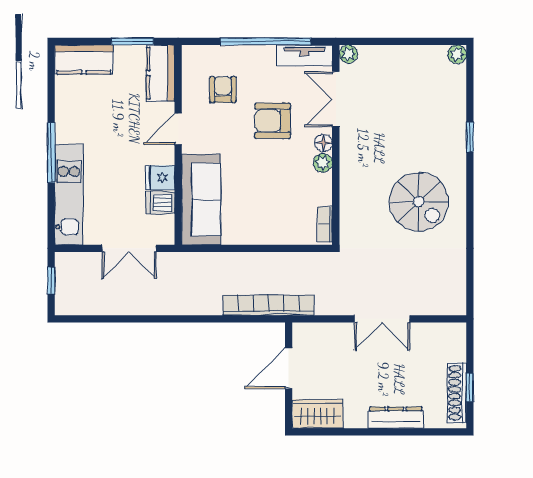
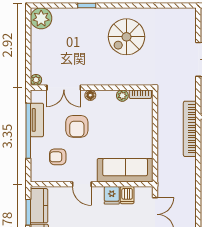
plant: (457, 54) -> (41, 18), width x1.88, depth x1.88
tv unit: (305, 55) -> (37, 120), moved
kitchen counter: (161, 73) -> (39, 206), moved, turned -90
plant: (323, 163) -> (122, 96), moved
spiral stairs: (419, 202) -> (127, 37), turned 180

